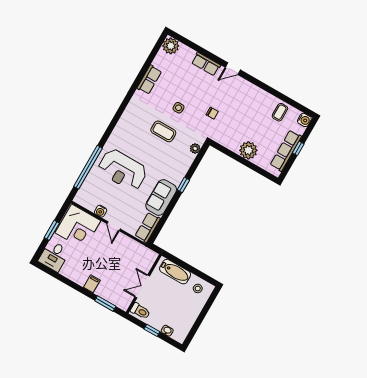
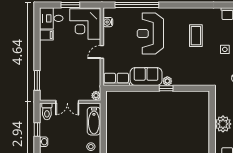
coffee table: (163, 131) -> (196, 36), moved
plant: (195, 149) -> (167, 81), moved
water cooler: (101, 211) -> (108, 22), moved
plant: (152, 256) -> (96, 96), added
filing cabinet: (92, 284) -> (46, 35), moved
double door: (142, 286) -> (67, 102), swing flipped

